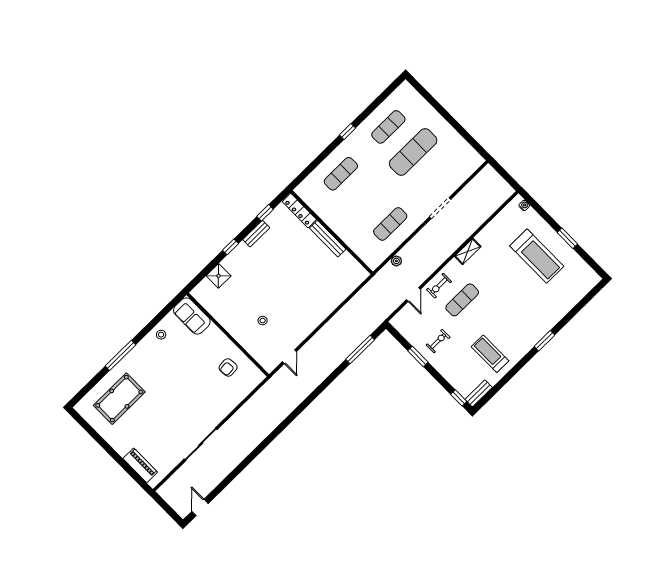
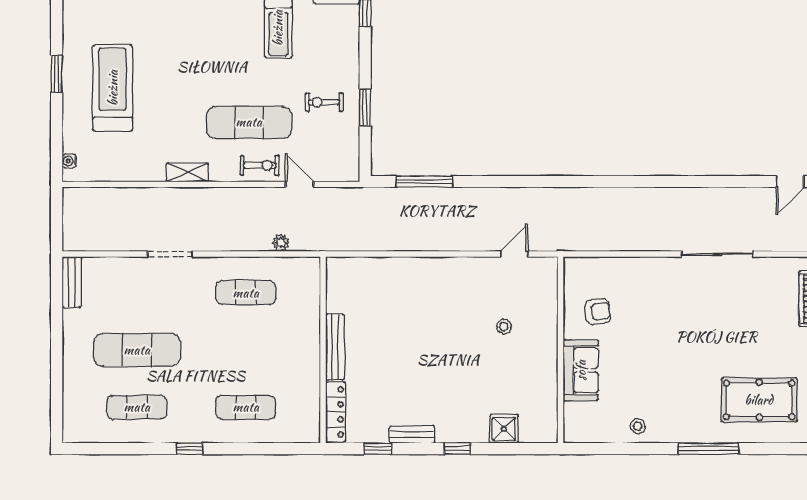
bench: (471, 154) -> (72, 282), added
door: (413, 295) -> (299, 184), hinge flipped
exercise mat: (462, 300) -> (249, 122), width x1.36, depth x1.45
sofa: (192, 316) -> (581, 370), moved

